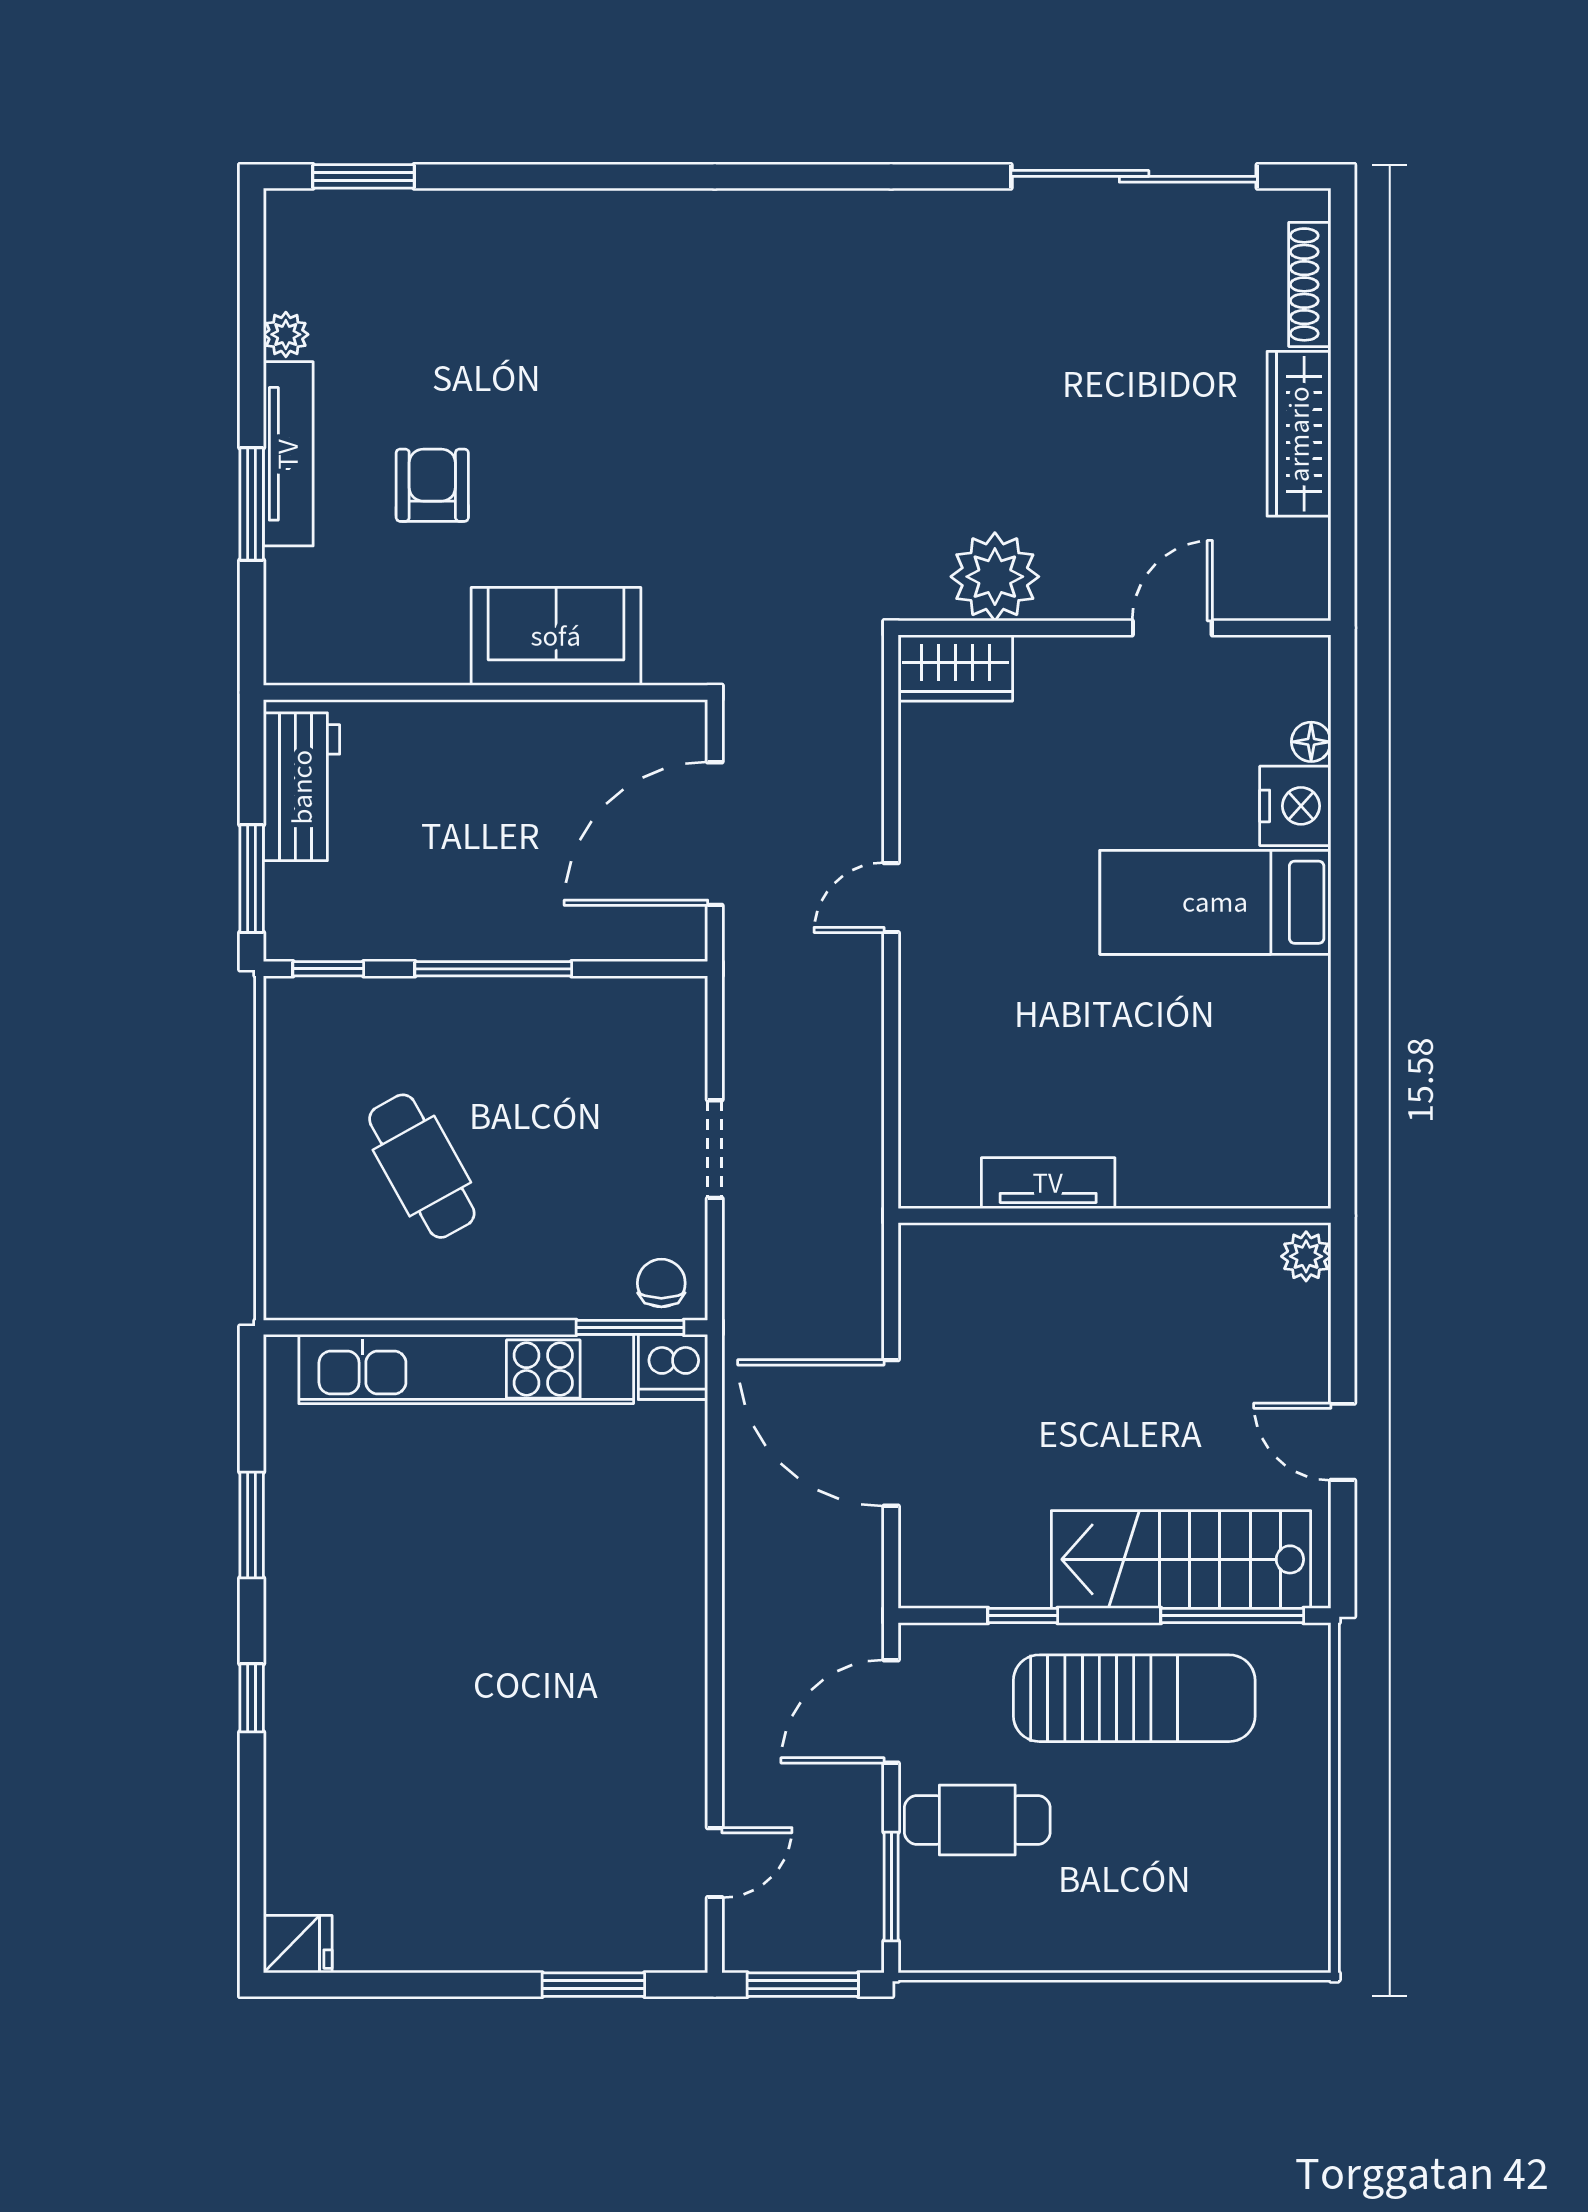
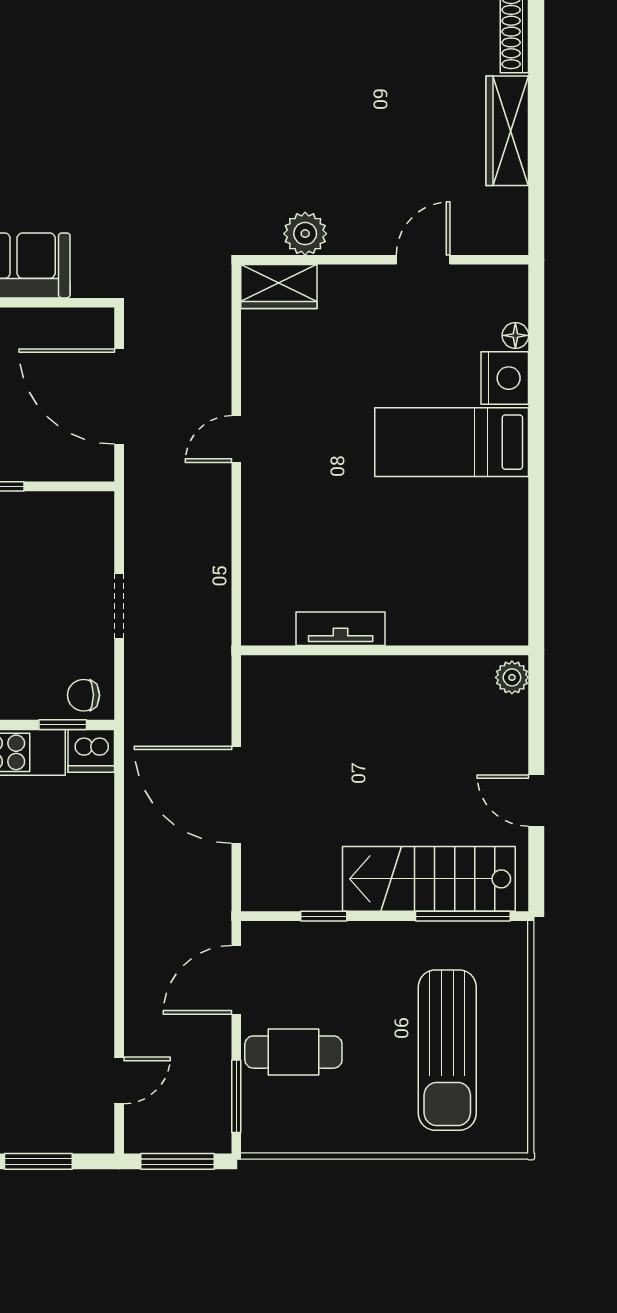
plant: (995, 577) -> (305, 234), width x0.73, depth x0.73
door: (715, 834) -> (119, 397), hinge flipped
chair: (661, 1283) -> (84, 695), turned -90
window: (630, 1327) -> (63, 725), width x0.67
sun lounger: (1134, 1698) -> (447, 1050), moved, turned 90

